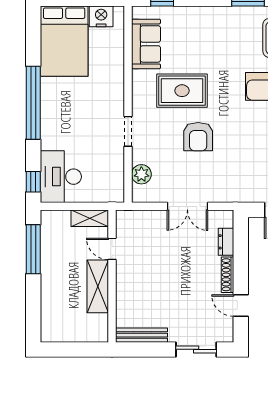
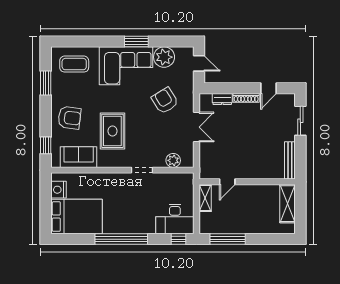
armchair: (200, 31) -> (69, 118), added
armchair: (198, 137) -> (165, 101), moved, turned -122
shelving: (98, 286) -> (287, 204), moved, turned 90

